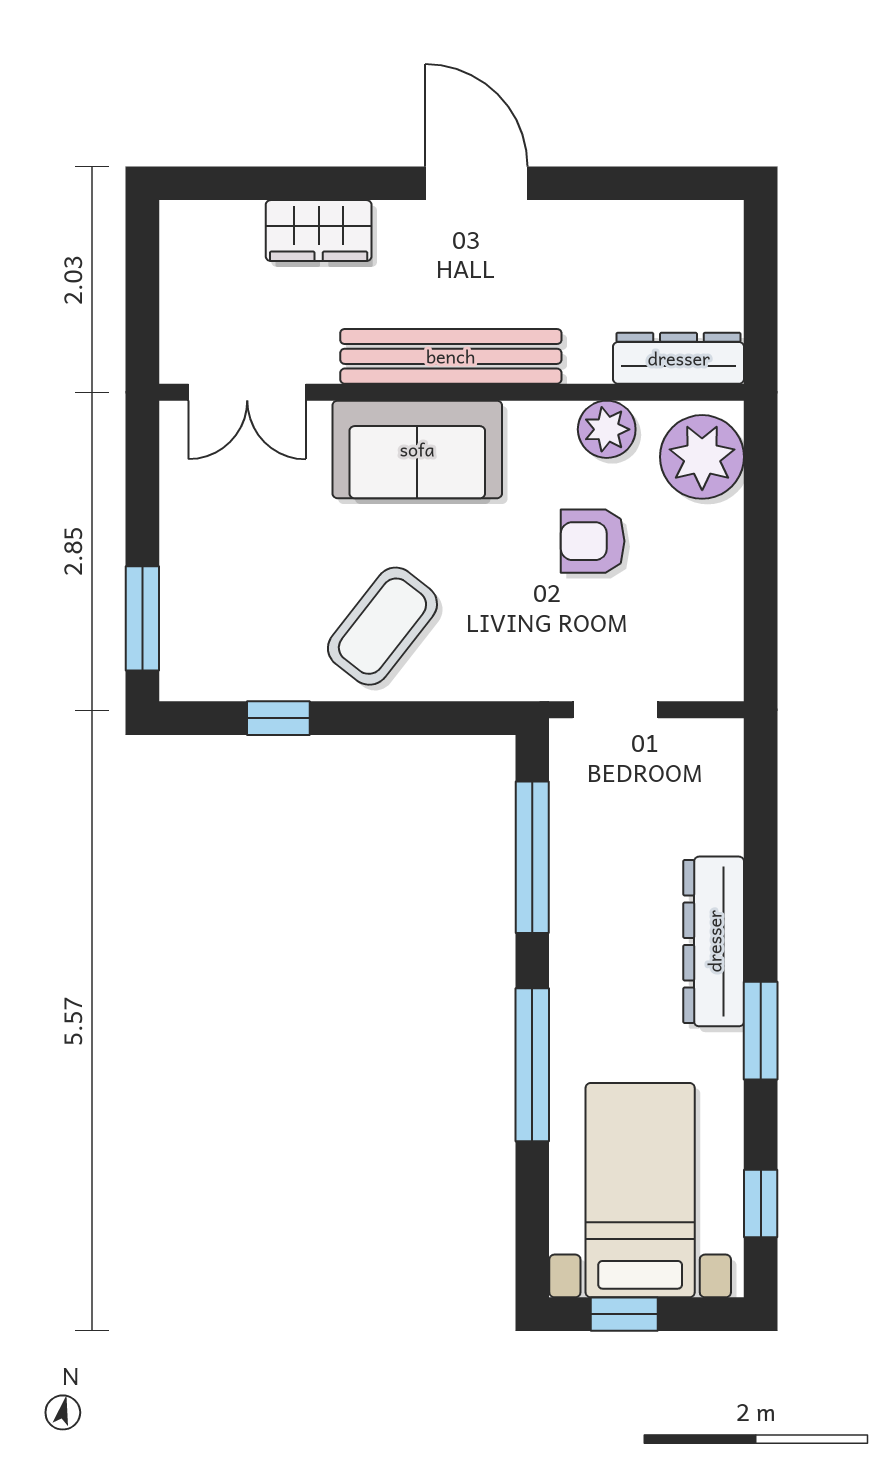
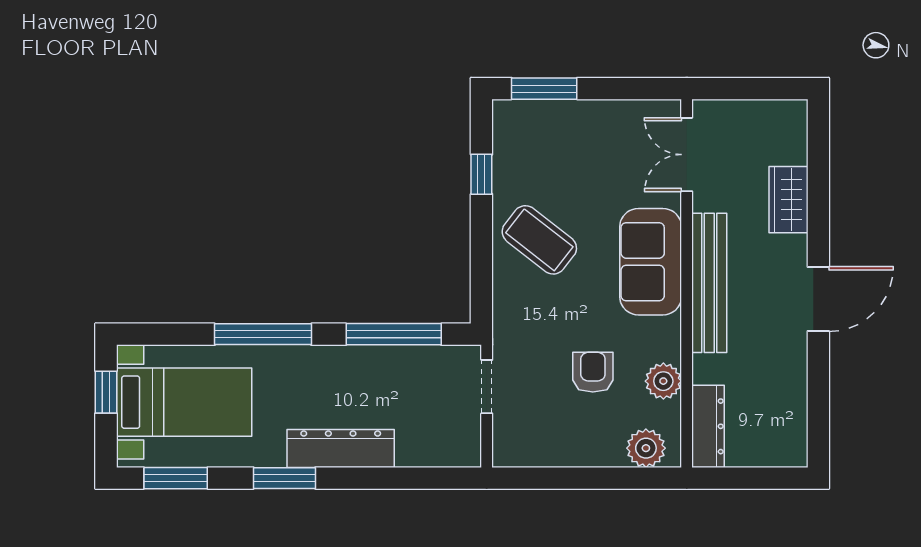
plant: (702, 457) -> (646, 448), width x0.73, depth x0.73
window: (761, 1203) -> (176, 478), width x1.50

